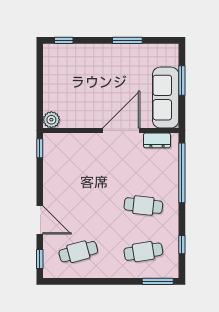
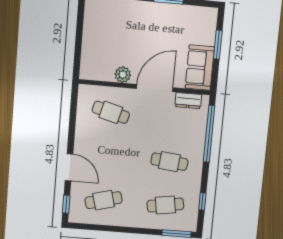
sofa: (166, 98) -> (200, 68), width x0.73
plant: (51, 120) -> (123, 75), moved
window: (40, 148) -> (74, 98), removed
cafe table: (78, 159) -> (111, 112), added

